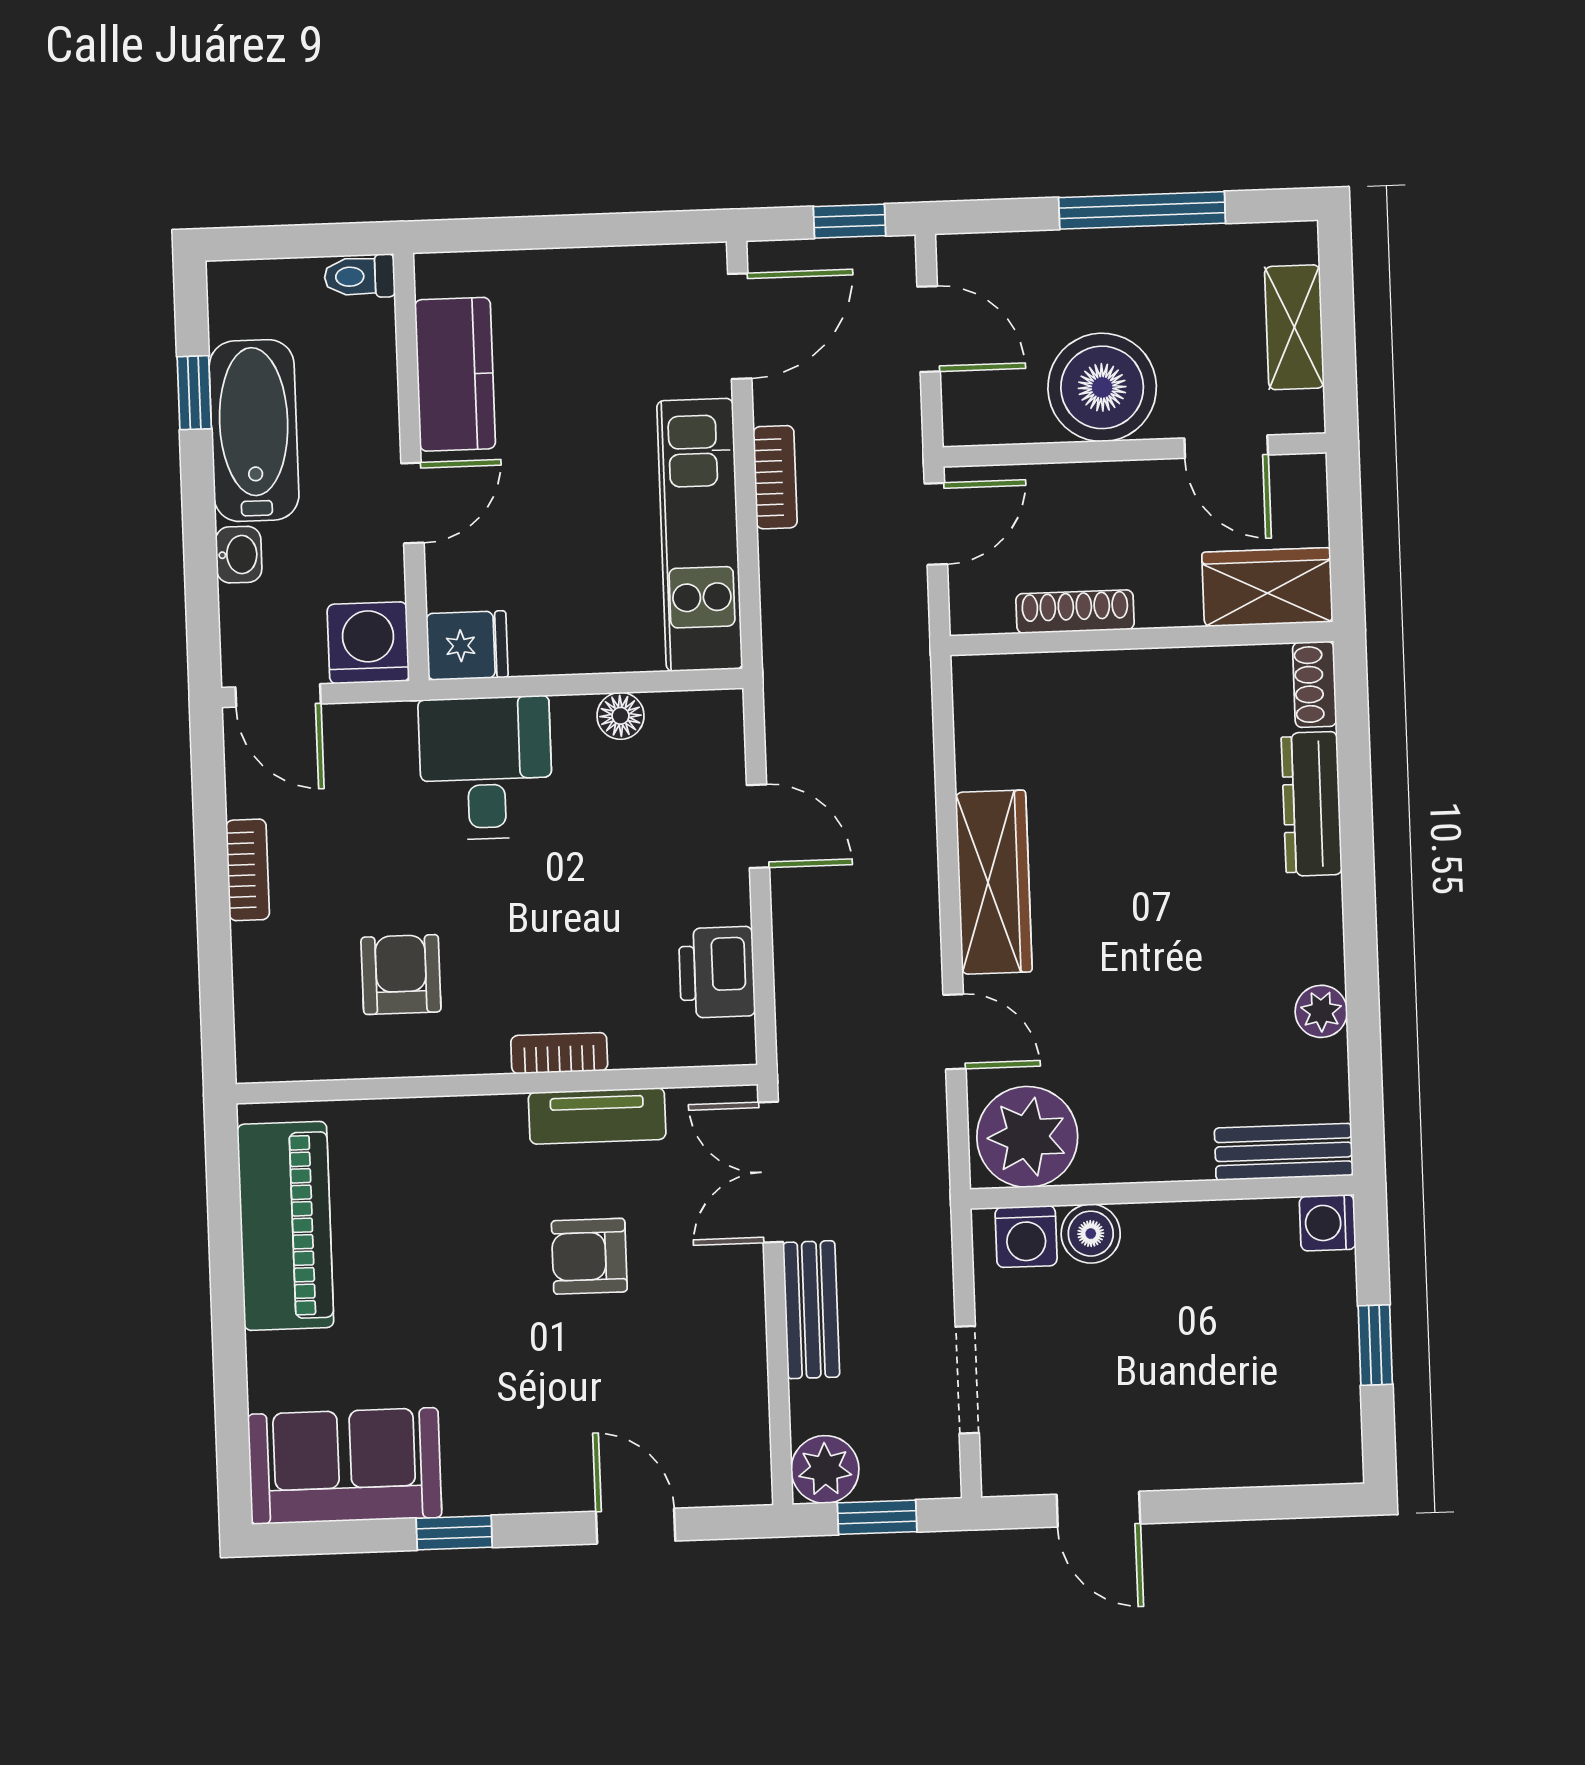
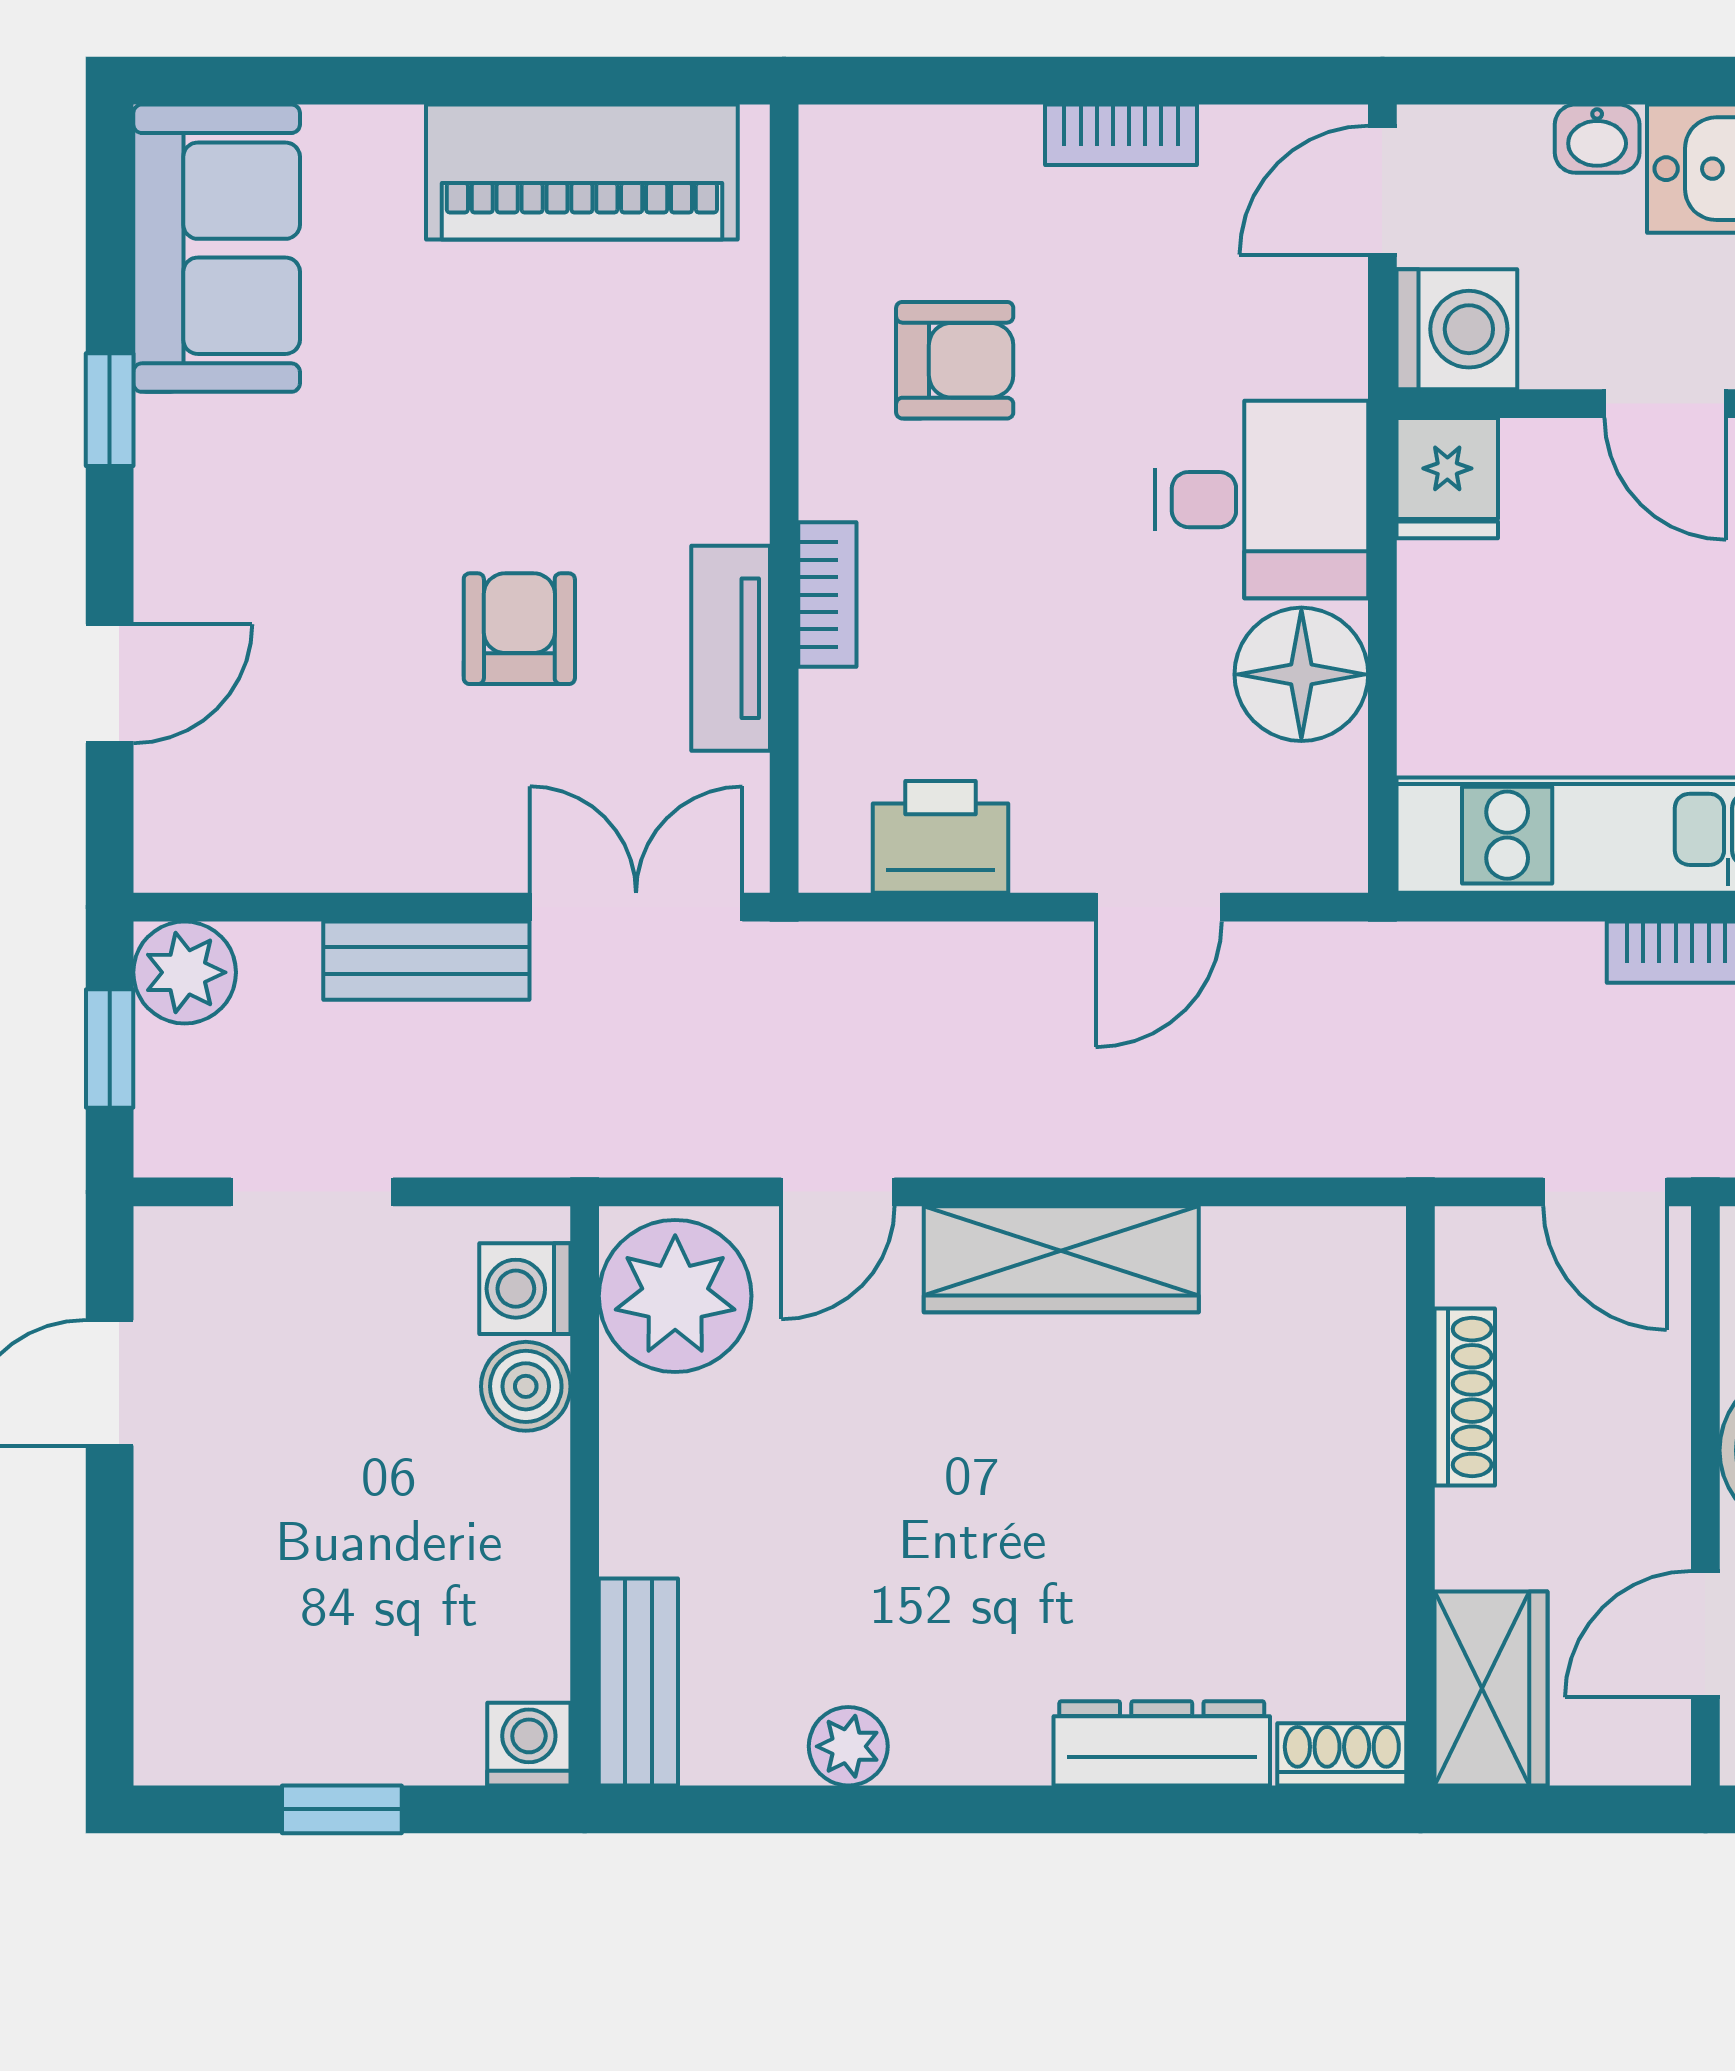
floor lamp: (620, 716) -> (1301, 674), width x1.89, depth x1.89

